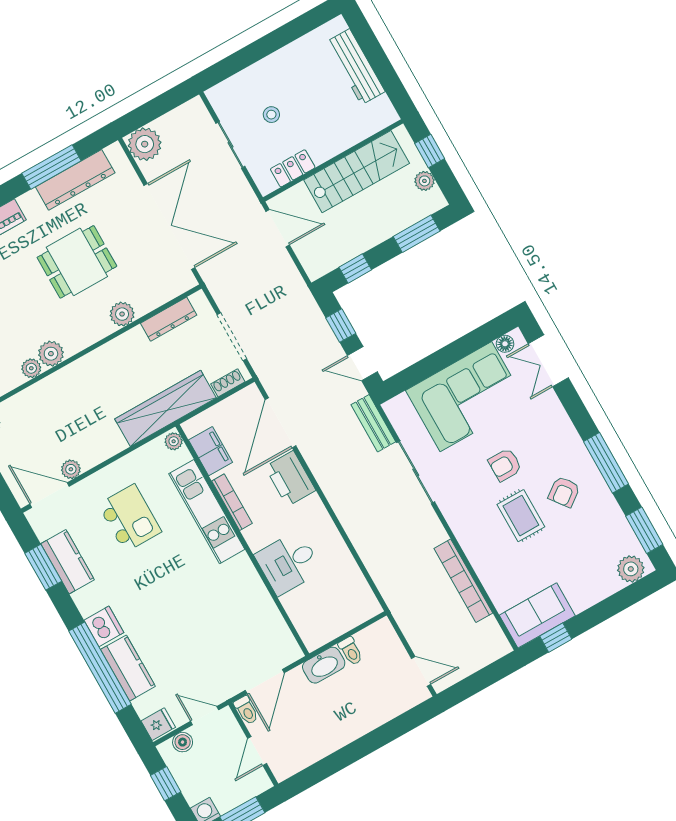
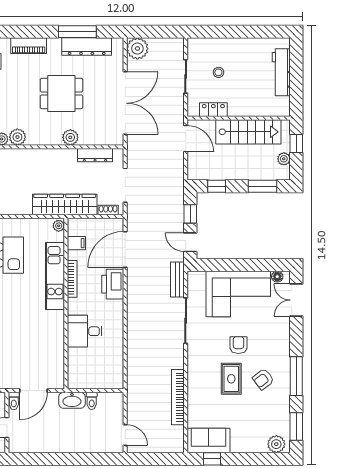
filing cabinet: (210, 451) -> (76, 243), width x0.50
armchair: (505, 465) -> (238, 345), turned 90

